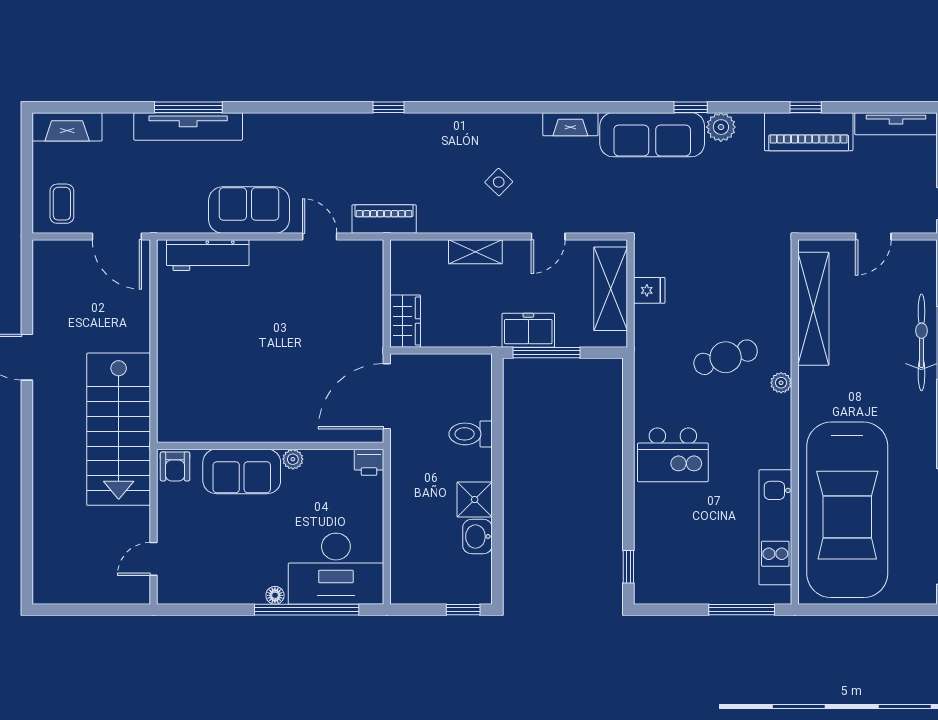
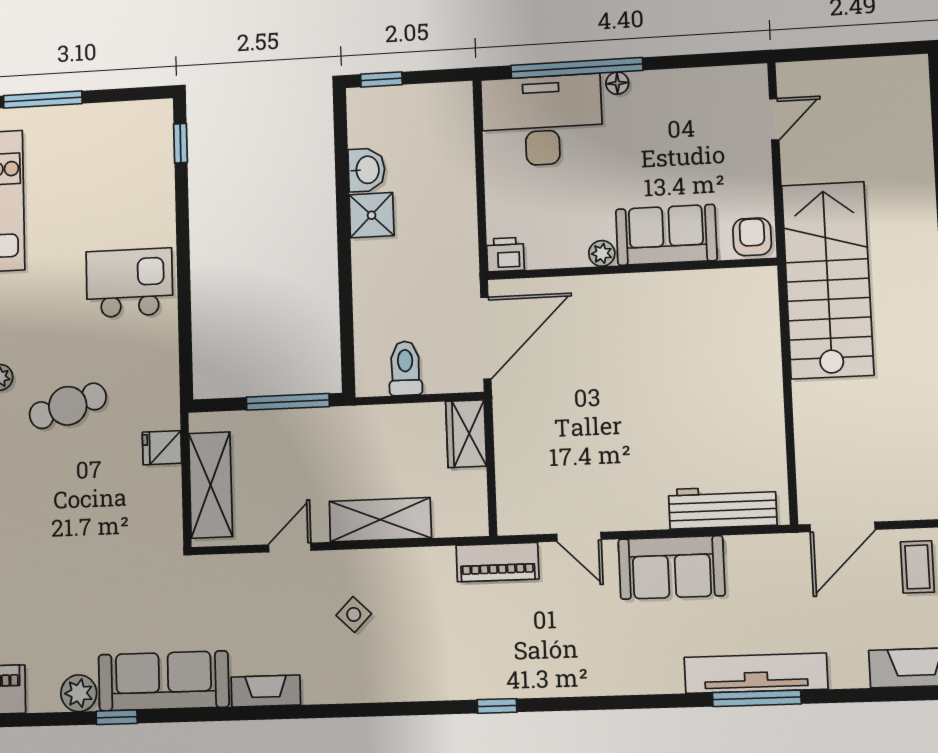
door: (117, 237) -> (843, 527), swing flipped
shelving: (475, 252) -> (380, 520), width x1.50, depth x1.33
fridge: (649, 290) -> (162, 448), moved
freezer: (528, 330) -> (311, 429), removed
toilet: (471, 434) -> (405, 368), moved, turned -90

